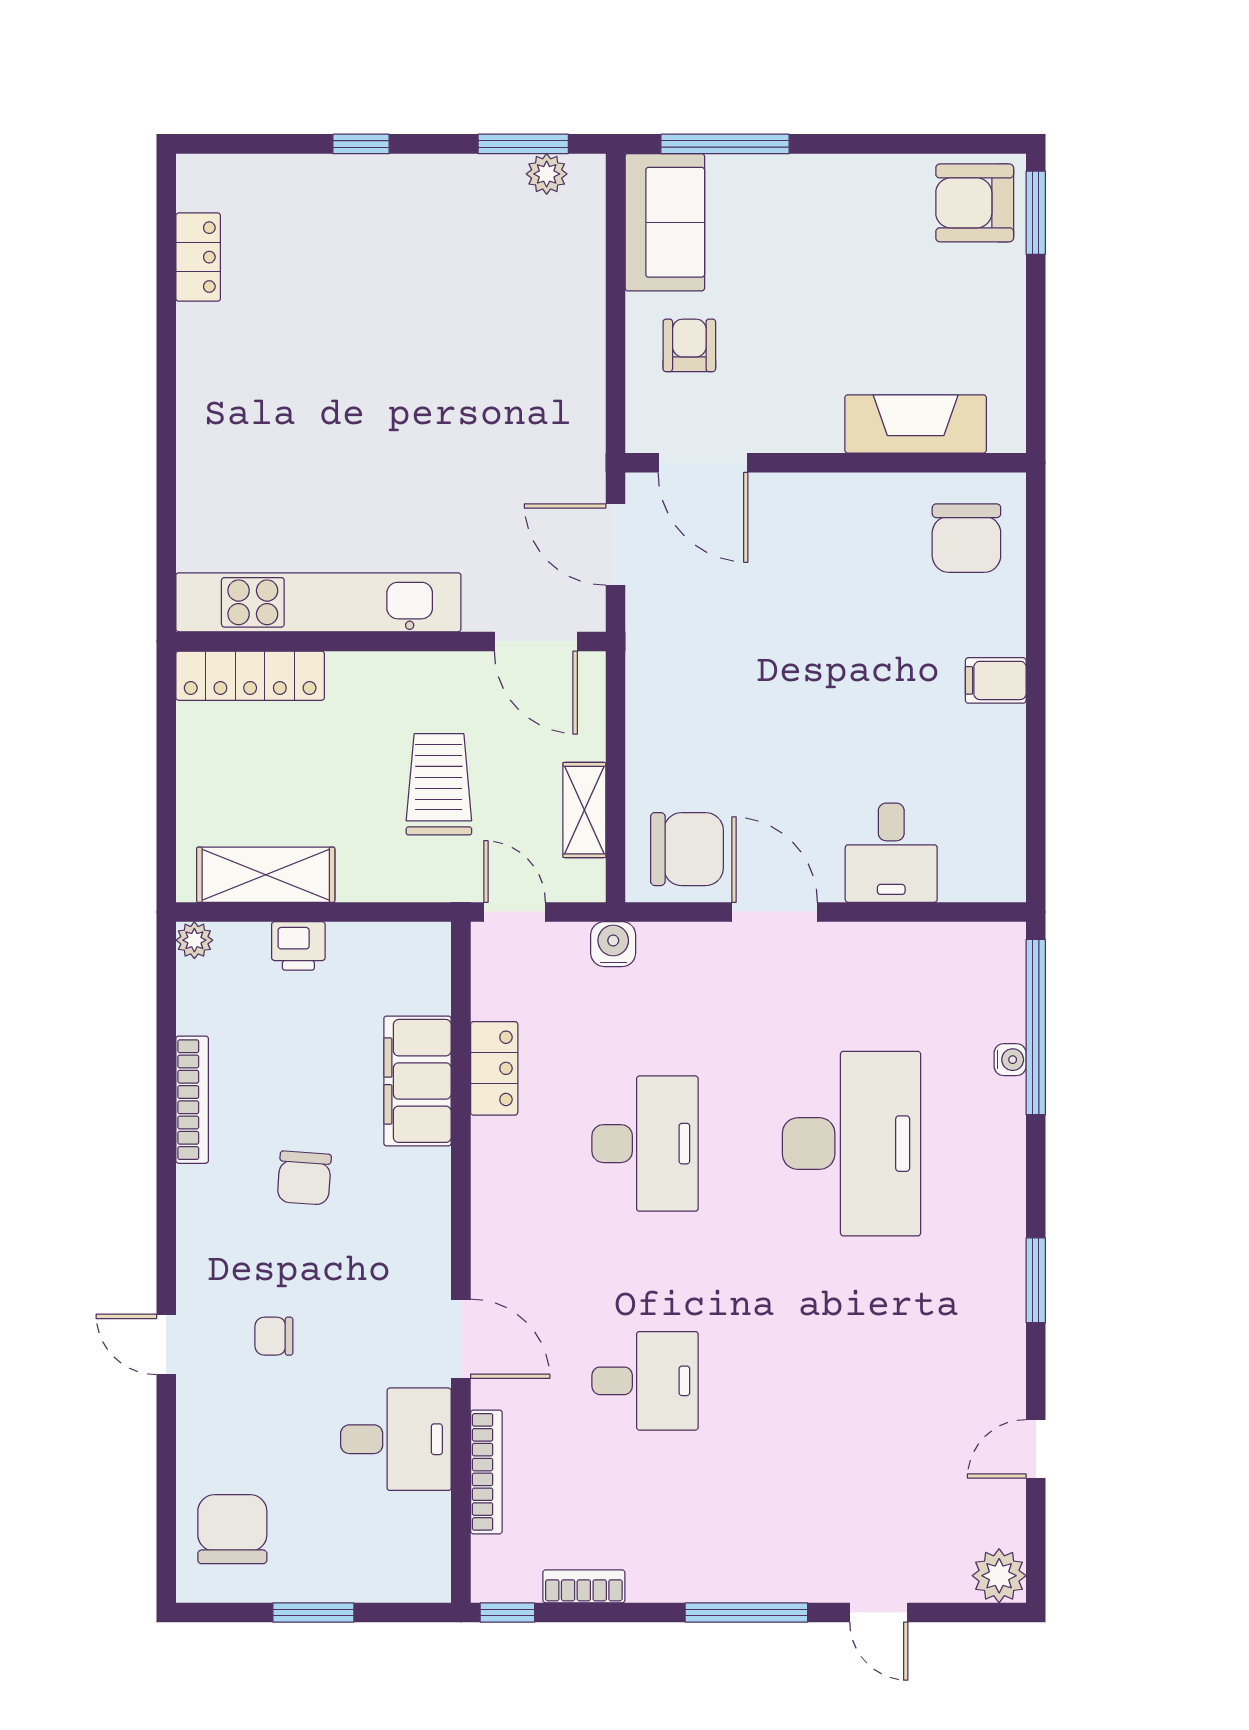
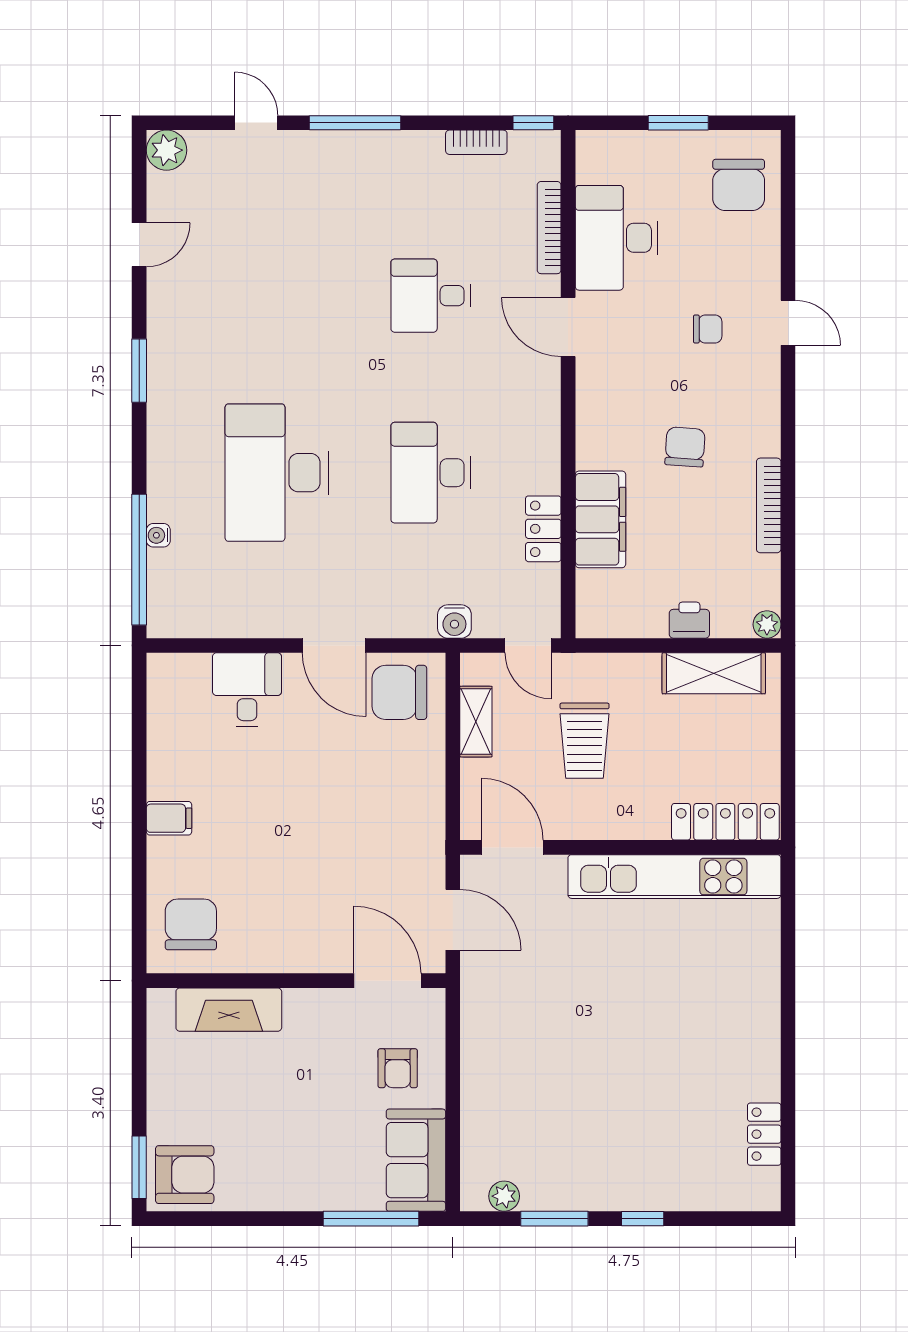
window: (523, 144) -> (554, 1219), moved
desk: (396, 1439) -> (617, 238), width x1.37

